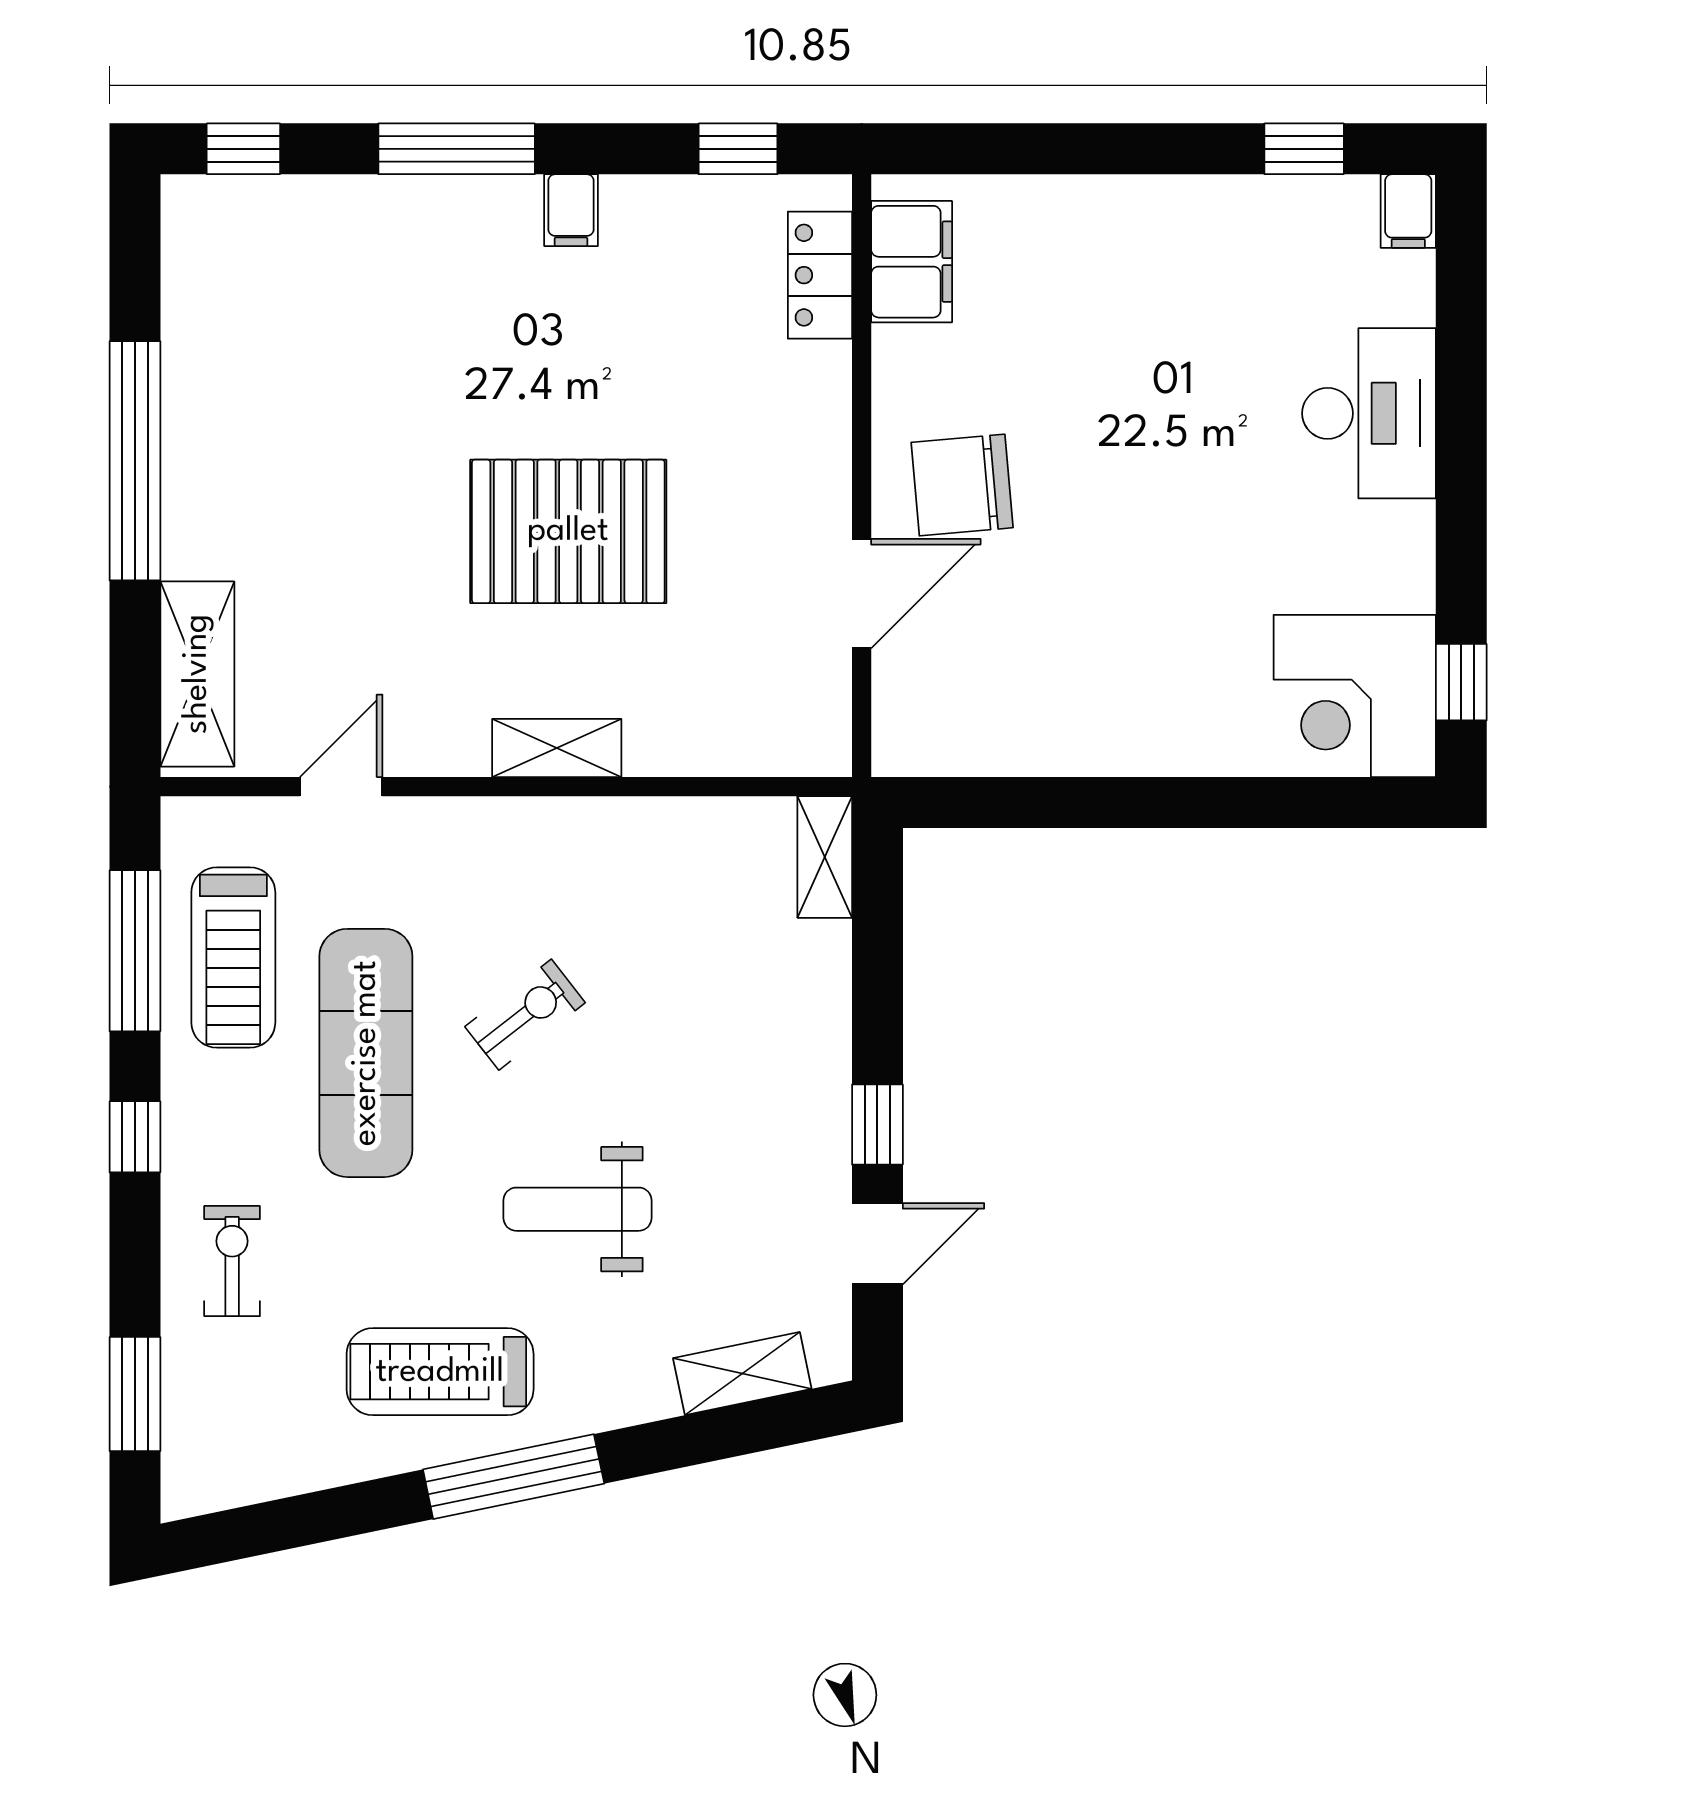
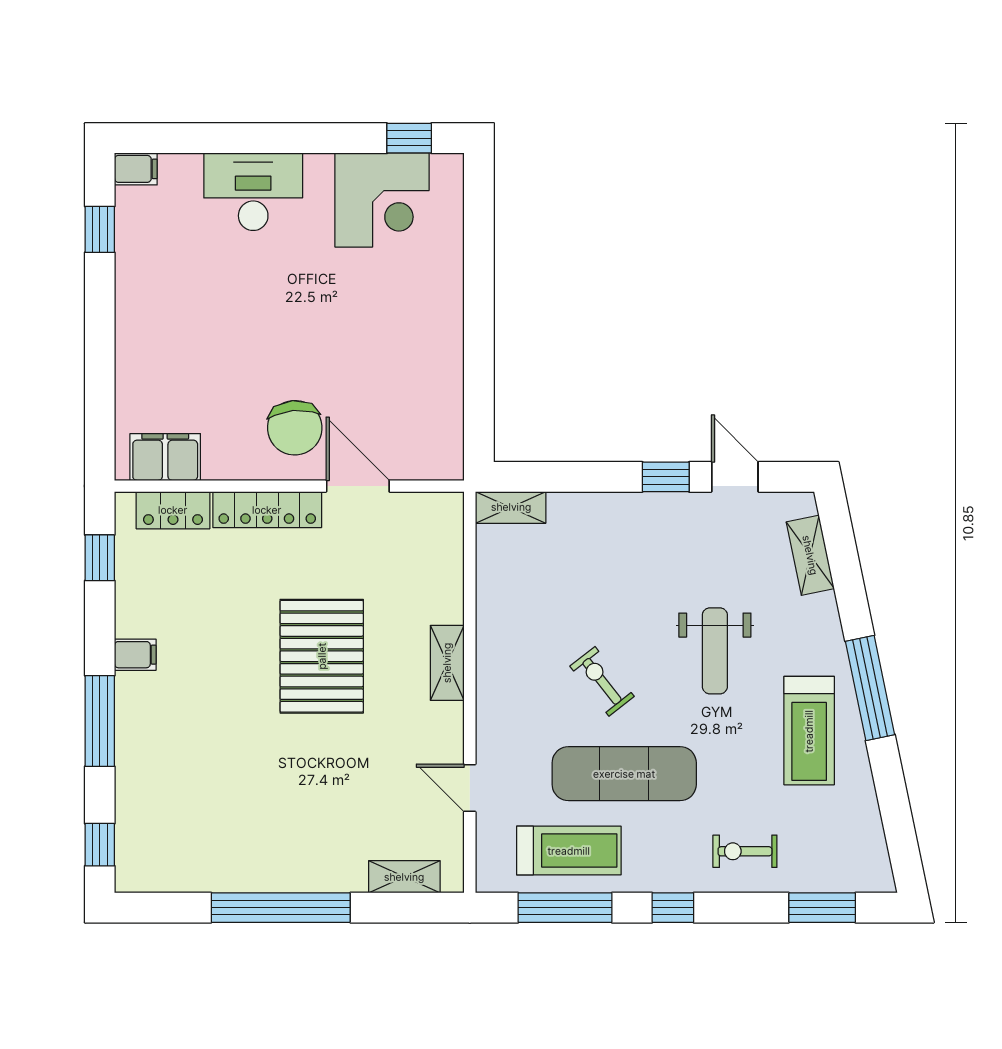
locker: (821, 438) -> (267, 510), added
shelving: (197, 674) -> (404, 877), width x0.67, depth x0.75
corner desk: (1355, 696) -> (382, 200), moved

